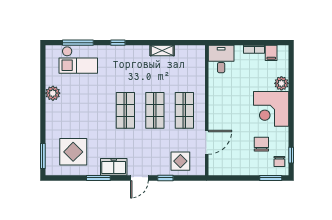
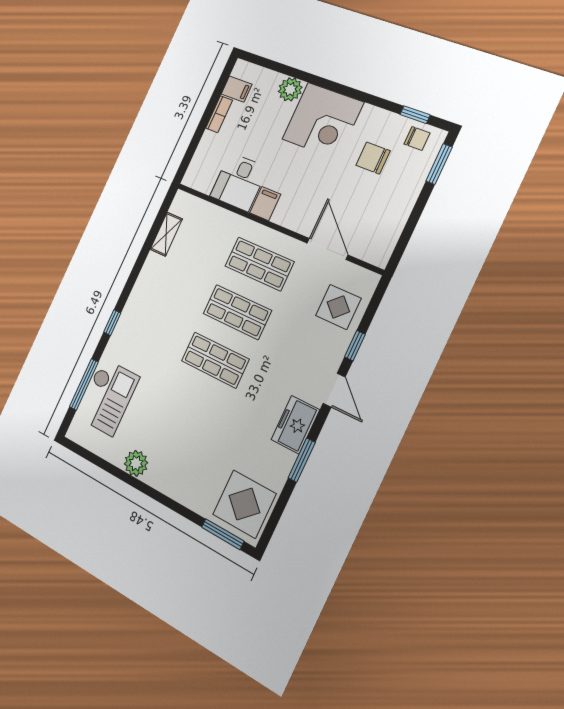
shelving: (162, 51) -> (166, 234), moved
desk: (221, 59) -> (239, 182), moved, turned -90
filing cabinet: (216, 98) -> (265, 204), added
display table: (73, 152) -> (244, 504), moved

